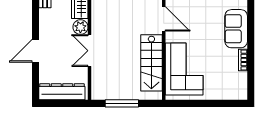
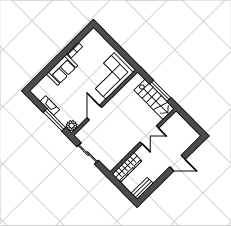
plant: (80, 27) -> (142, 152), removed
stairs: (151, 63) -> (154, 99), moved, turned 90
dresser: (62, 92) -> (185, 128), removed

